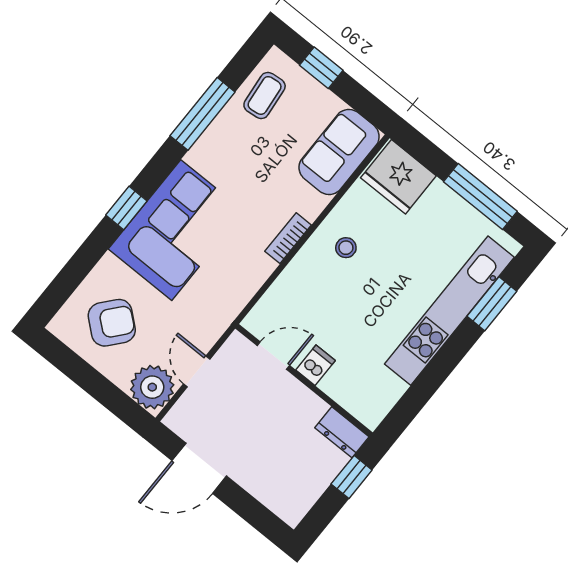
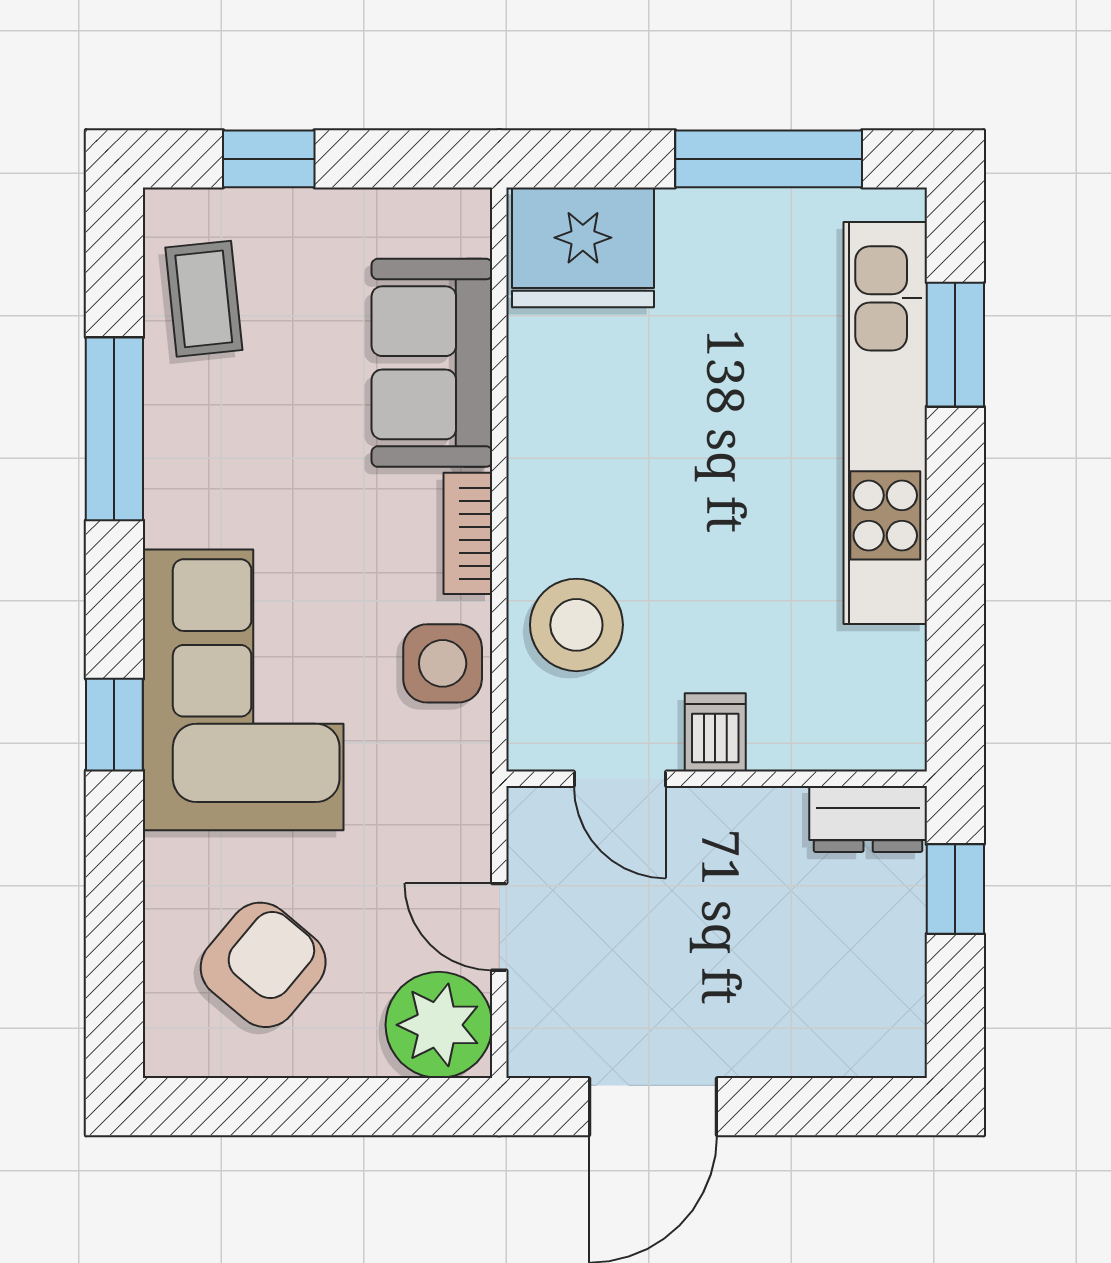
sofa: (339, 152) -> (432, 363), moved
stool: (346, 248) -> (576, 625), moved, width x1.89, depth x1.89
side table: (247, 273) -> (443, 663), added
door: (273, 355) -> (620, 779), swing flipped

